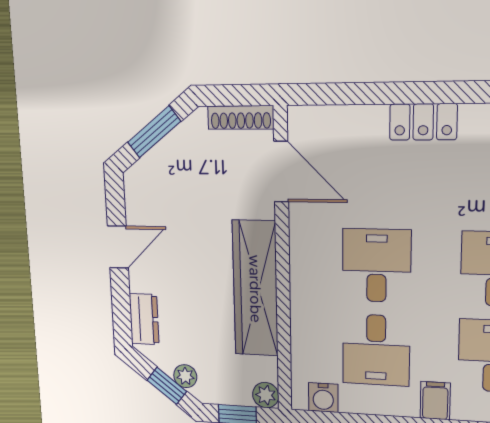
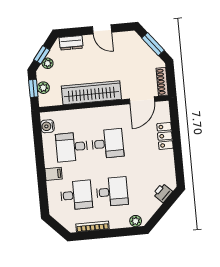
locker: (423, 122) -> (165, 136), moved
plant: (266, 395) -> (43, 88), moved

